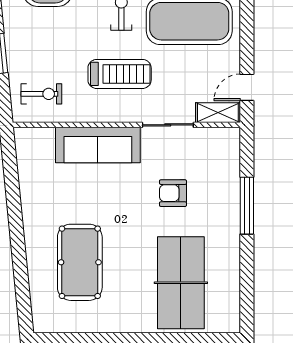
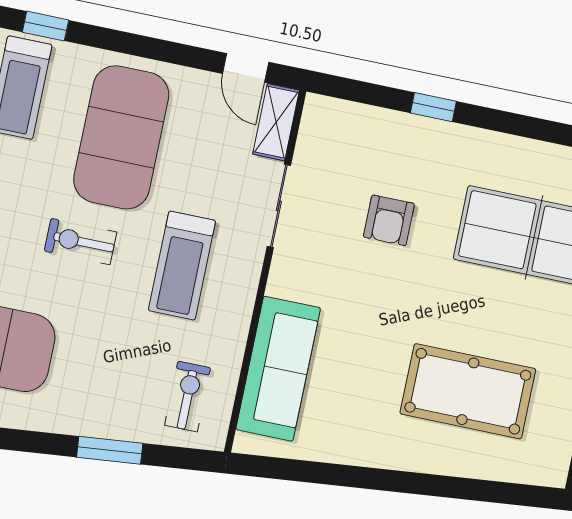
treadmill: (120, 74) -> (182, 266), turned 180
sofa: (98, 145) -> (278, 369), moved
window: (247, 206) -> (433, 107), width x0.46

